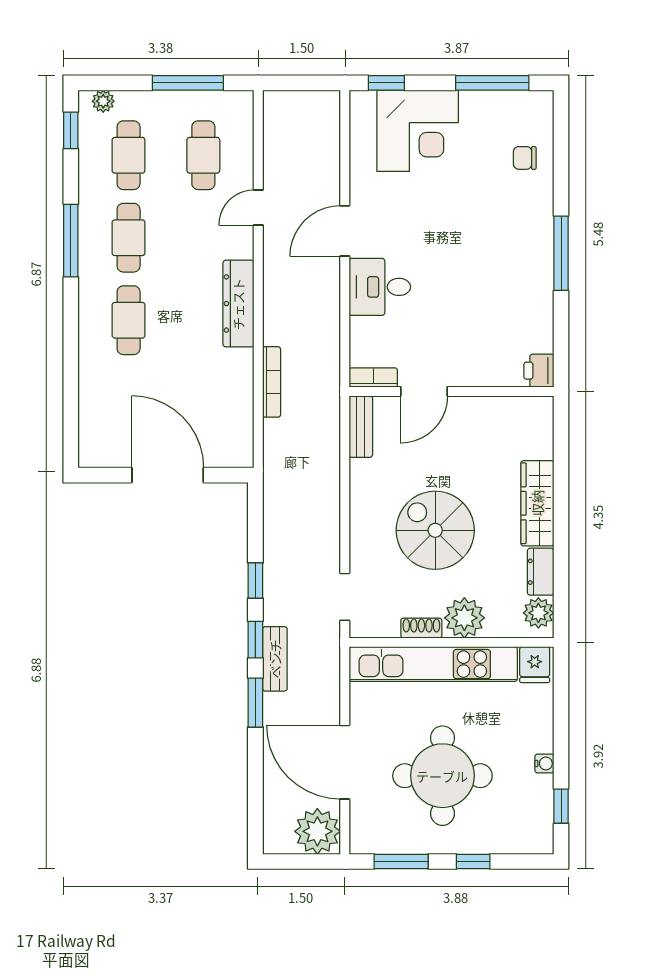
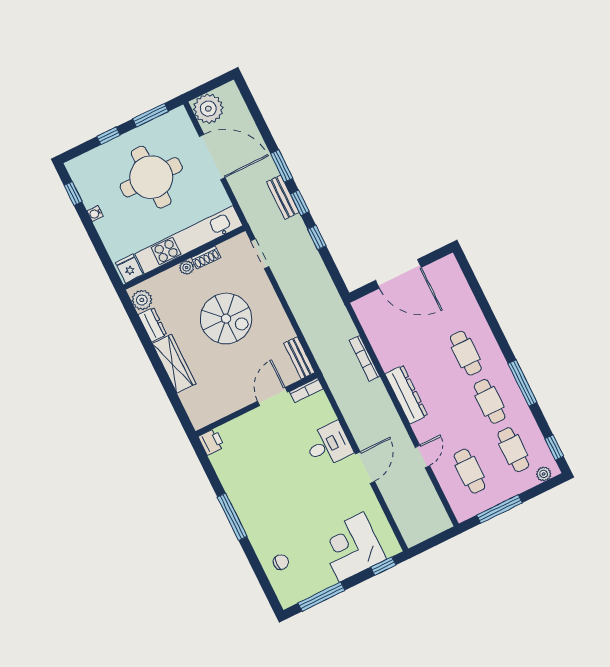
plant: (464, 618) -> (187, 268), width x0.53, depth x0.53

